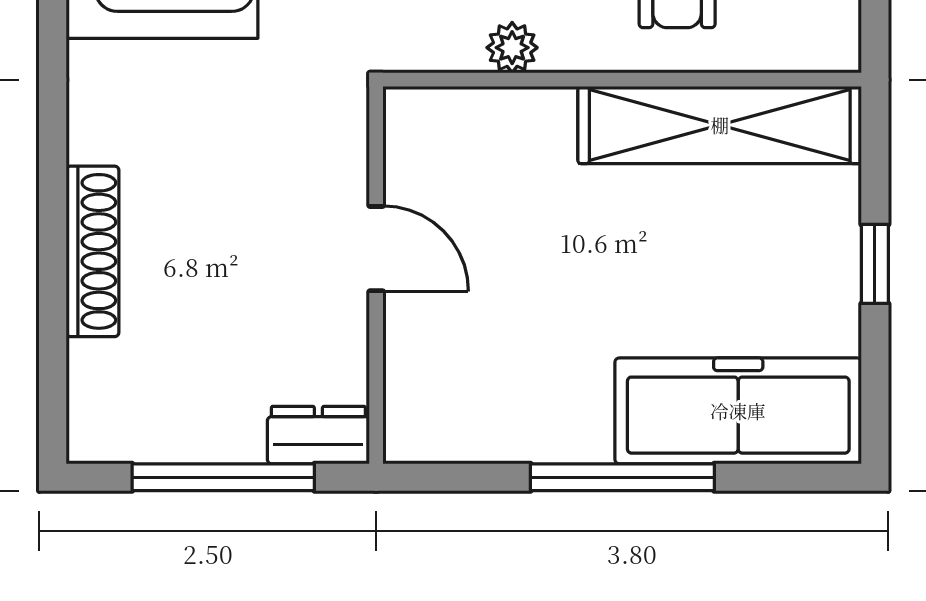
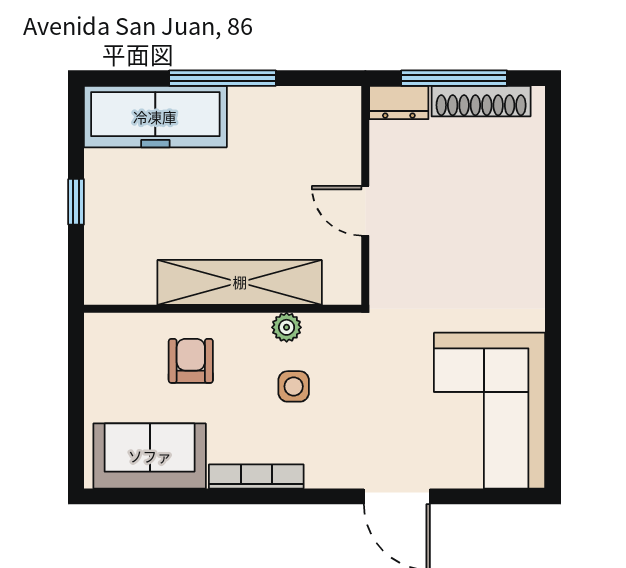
shelving: (720, 125) -> (240, 282), moved
shoe rack: (93, 251) -> (481, 101), moved, turned -90

